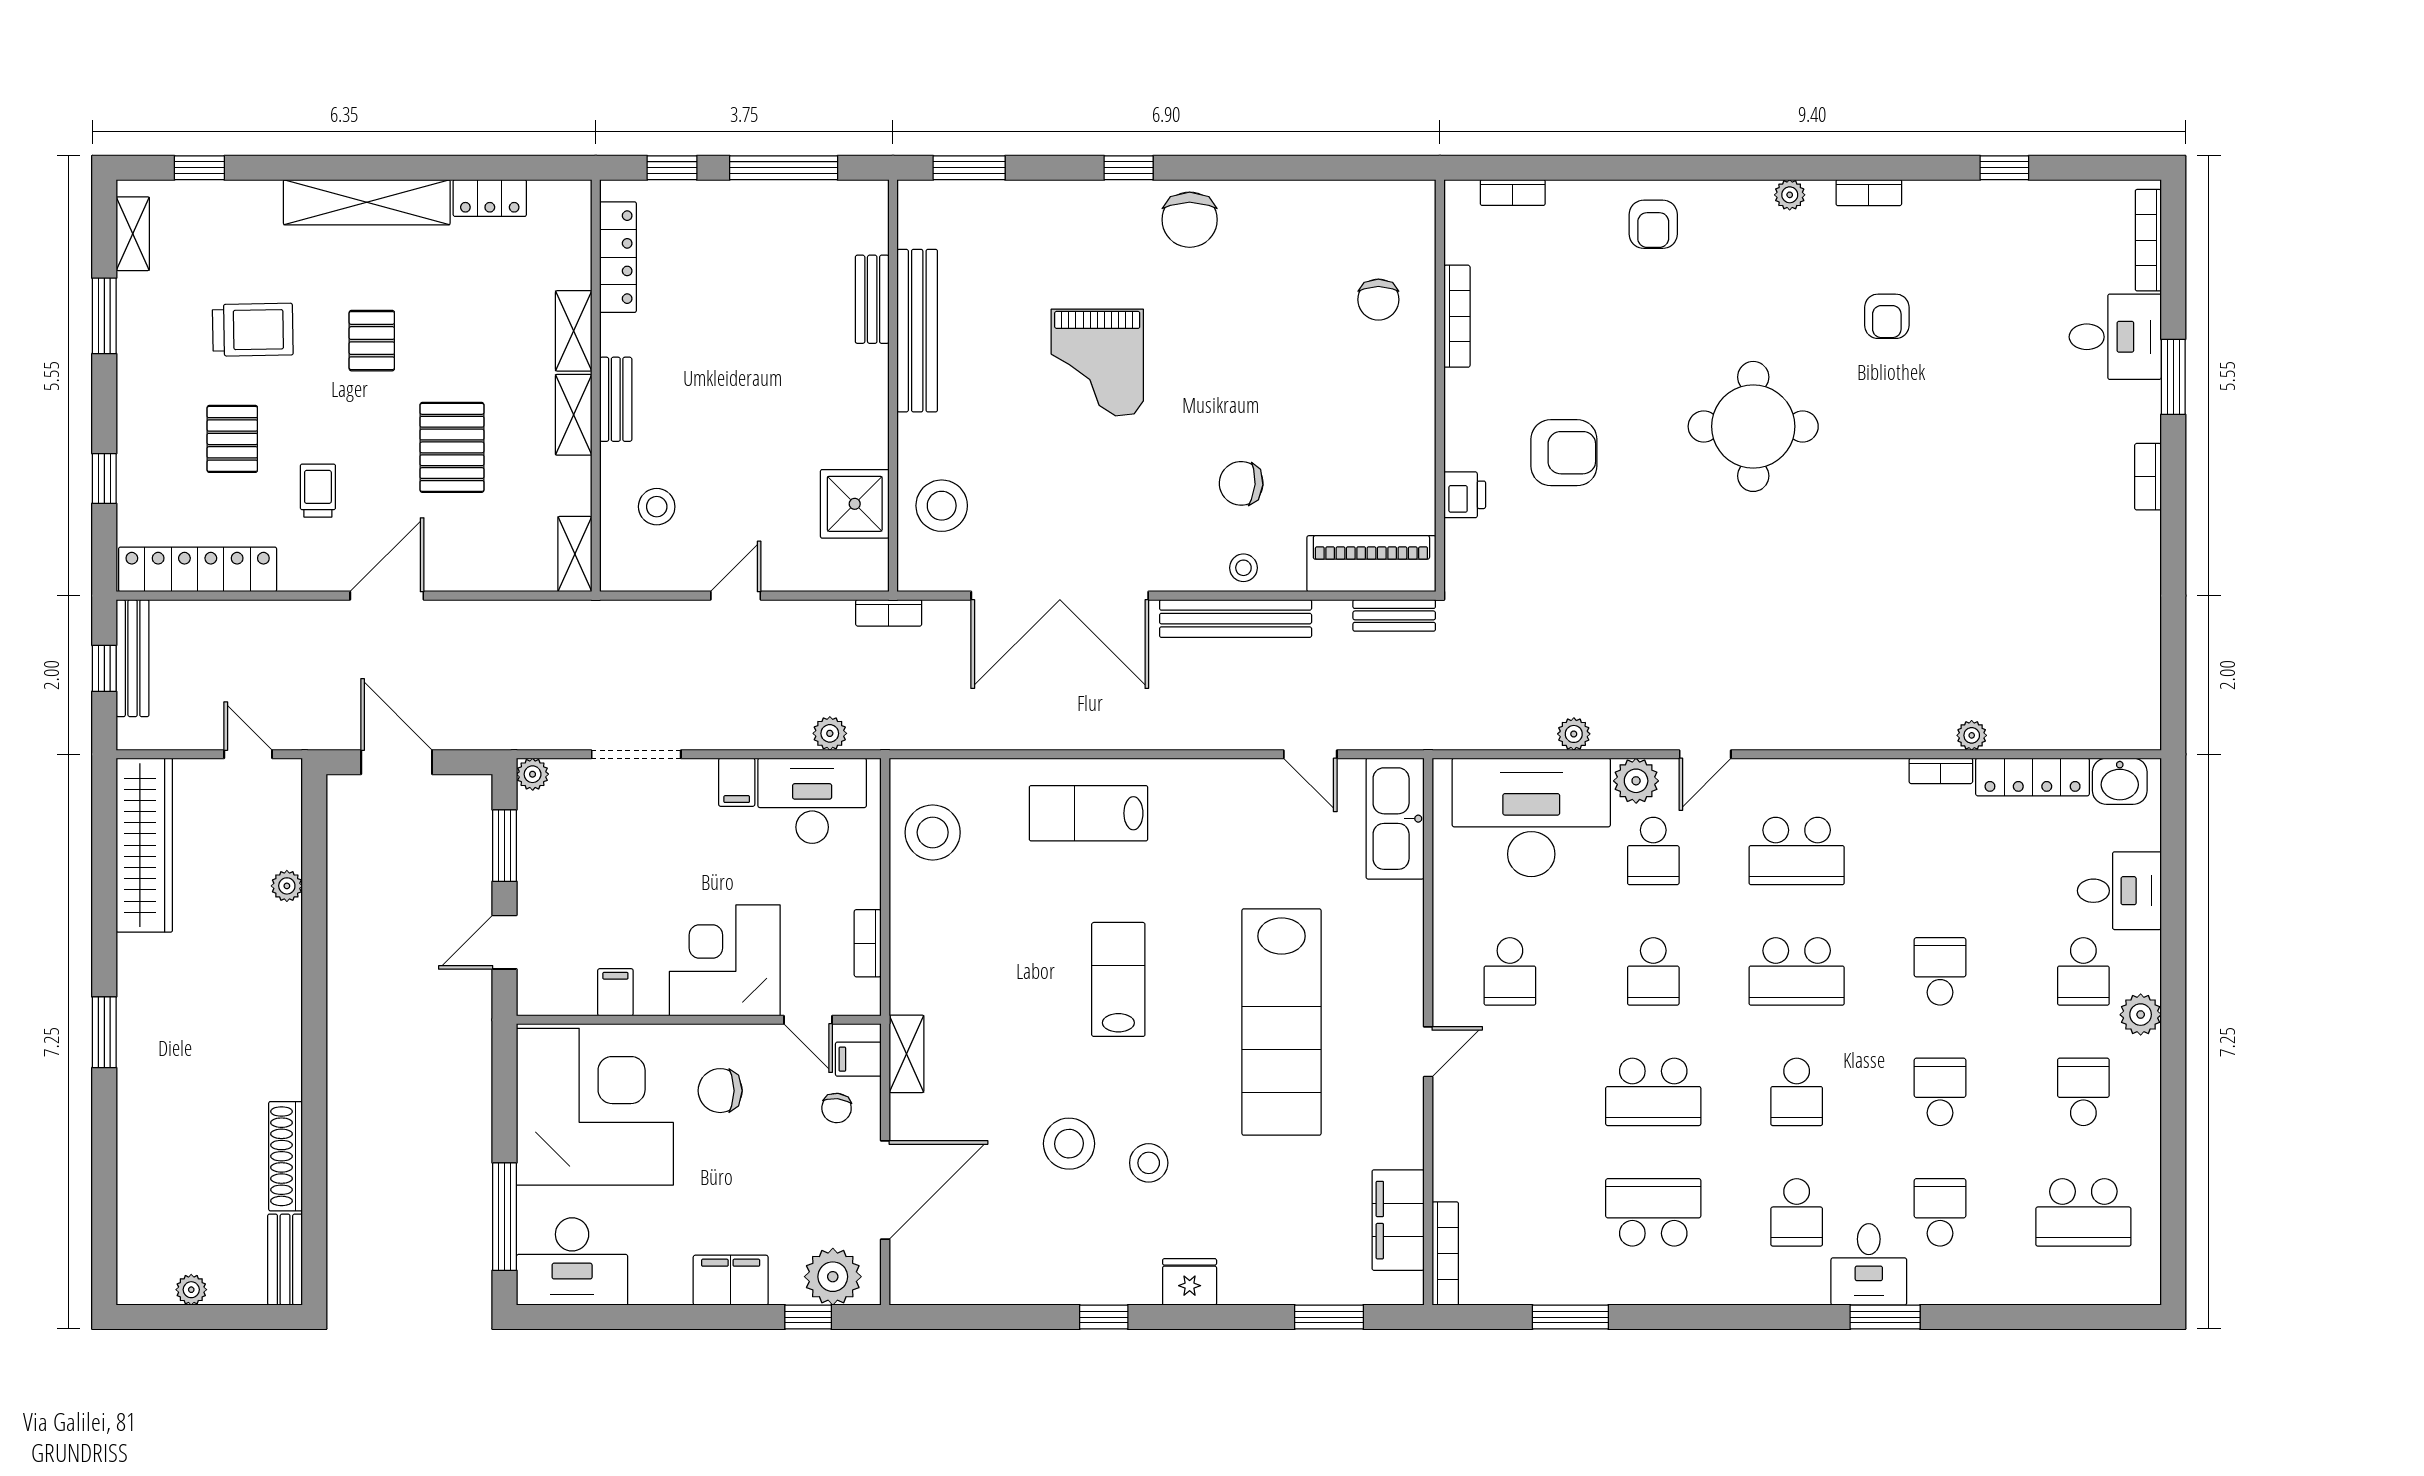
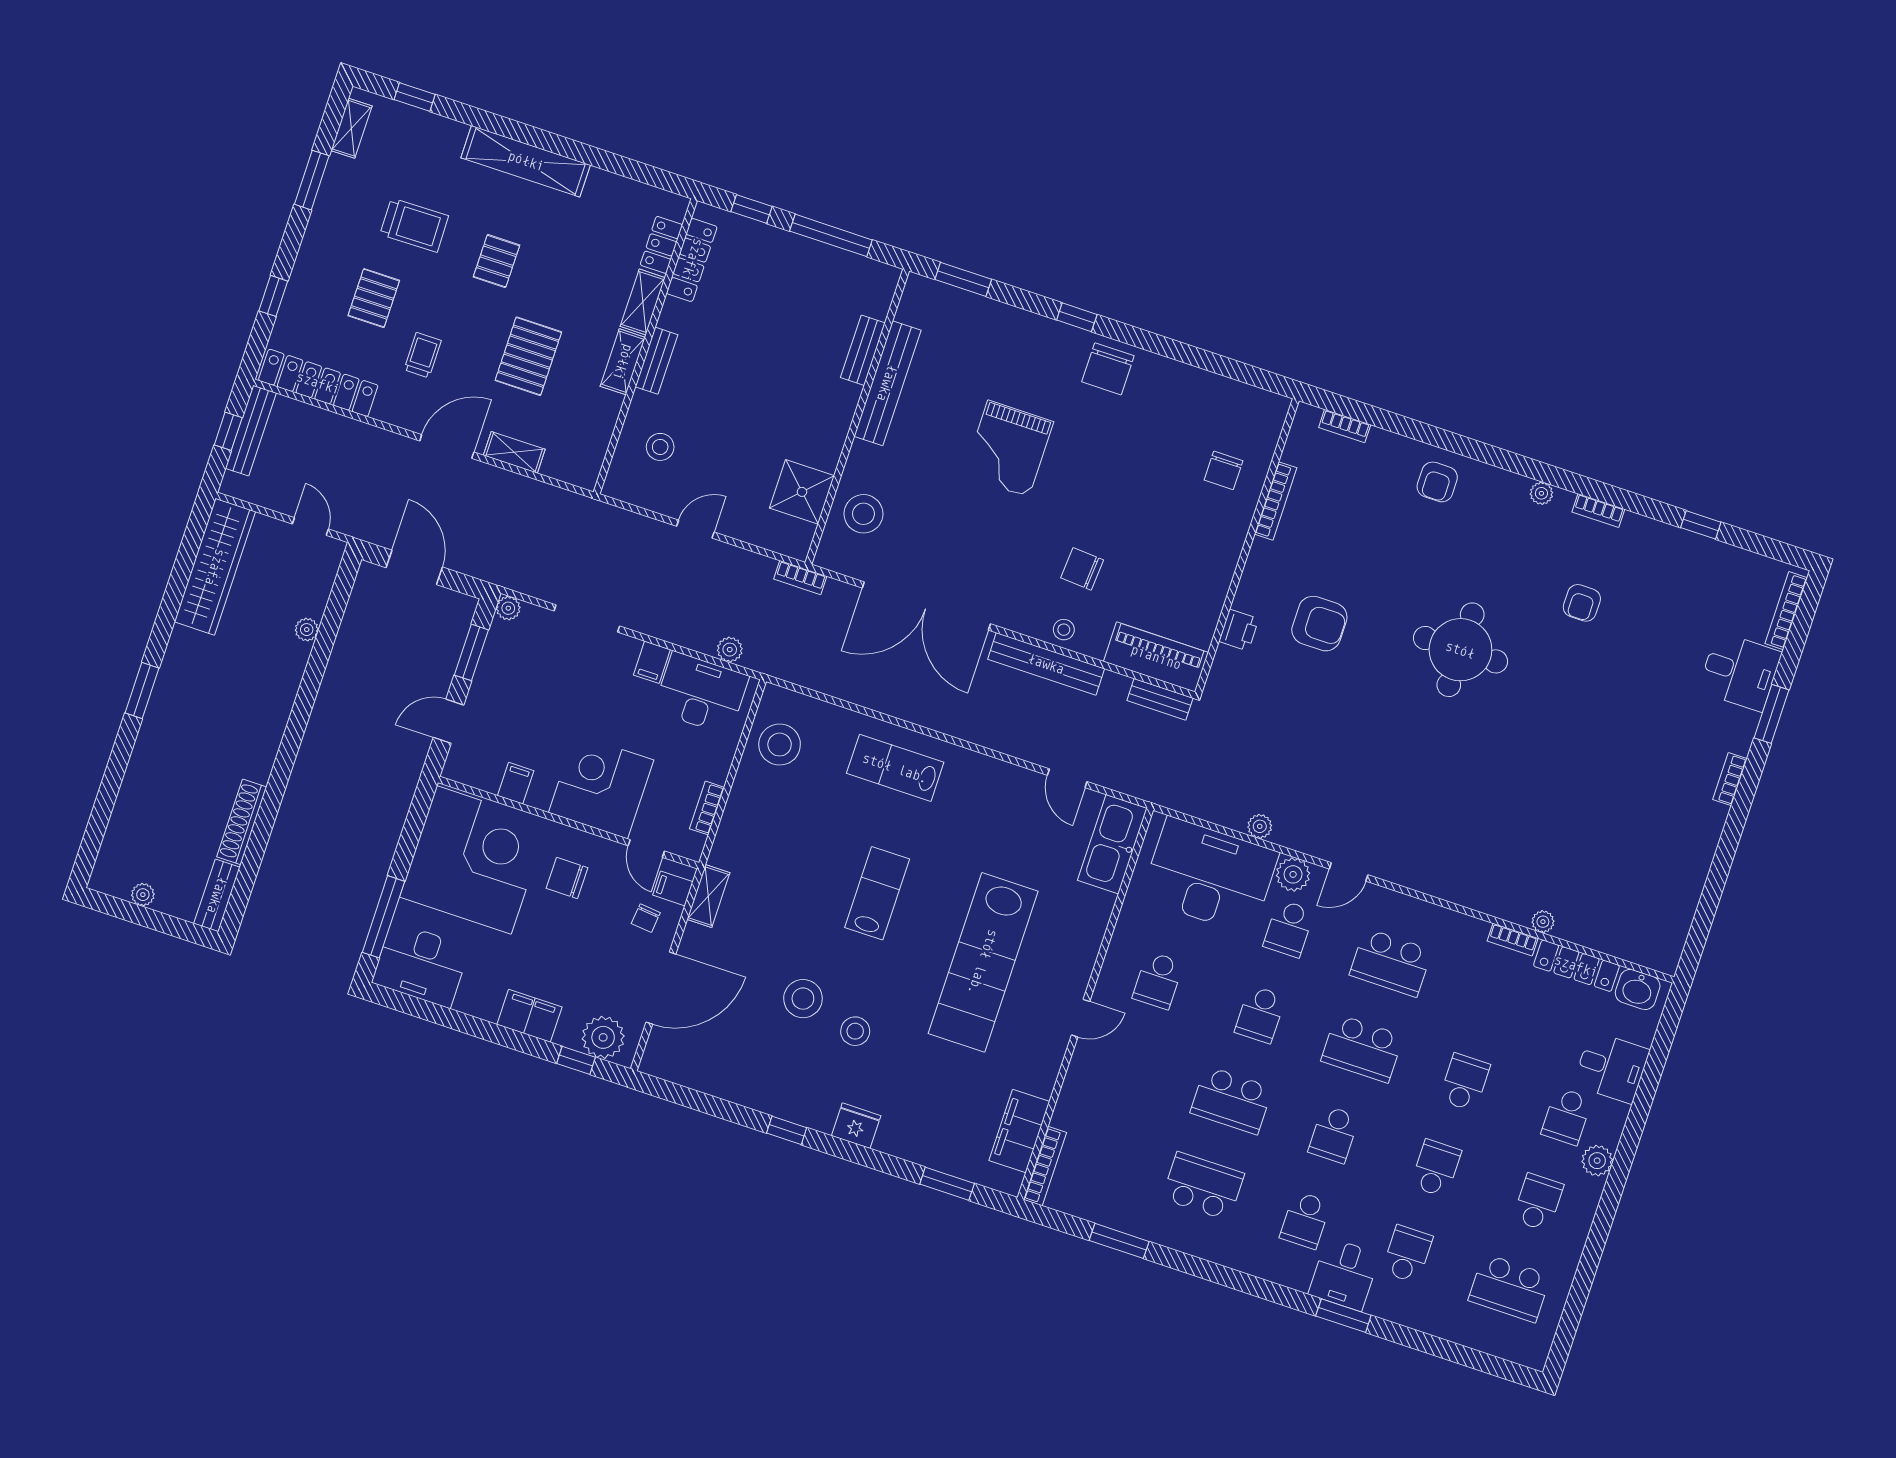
locker: (490, 198) -> (661, 245), moved, turned 90
shelving: (575, 554) -> (514, 452), moved, turned 90

